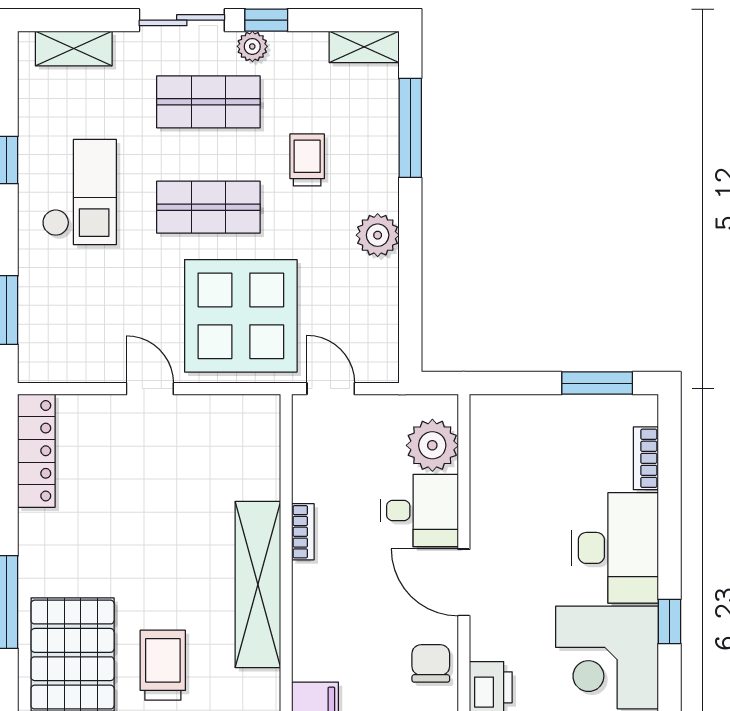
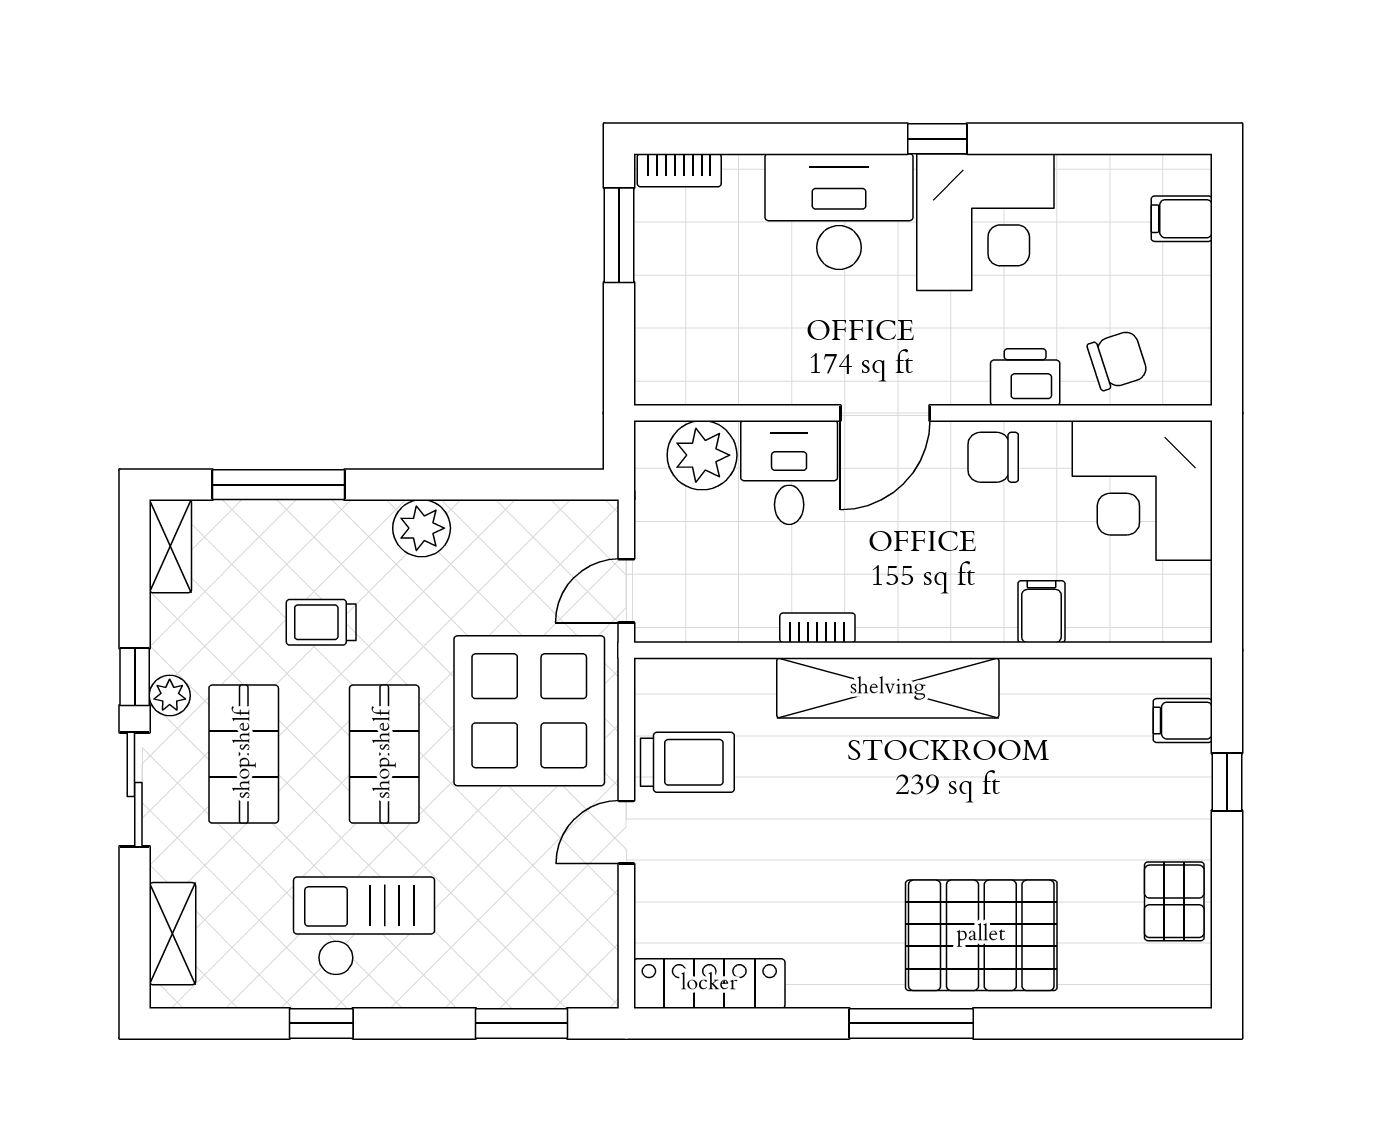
bookcase: (646, 458) -> (679, 170), moved
trolley: (163, 665) -> (687, 762), moved, turned 180

